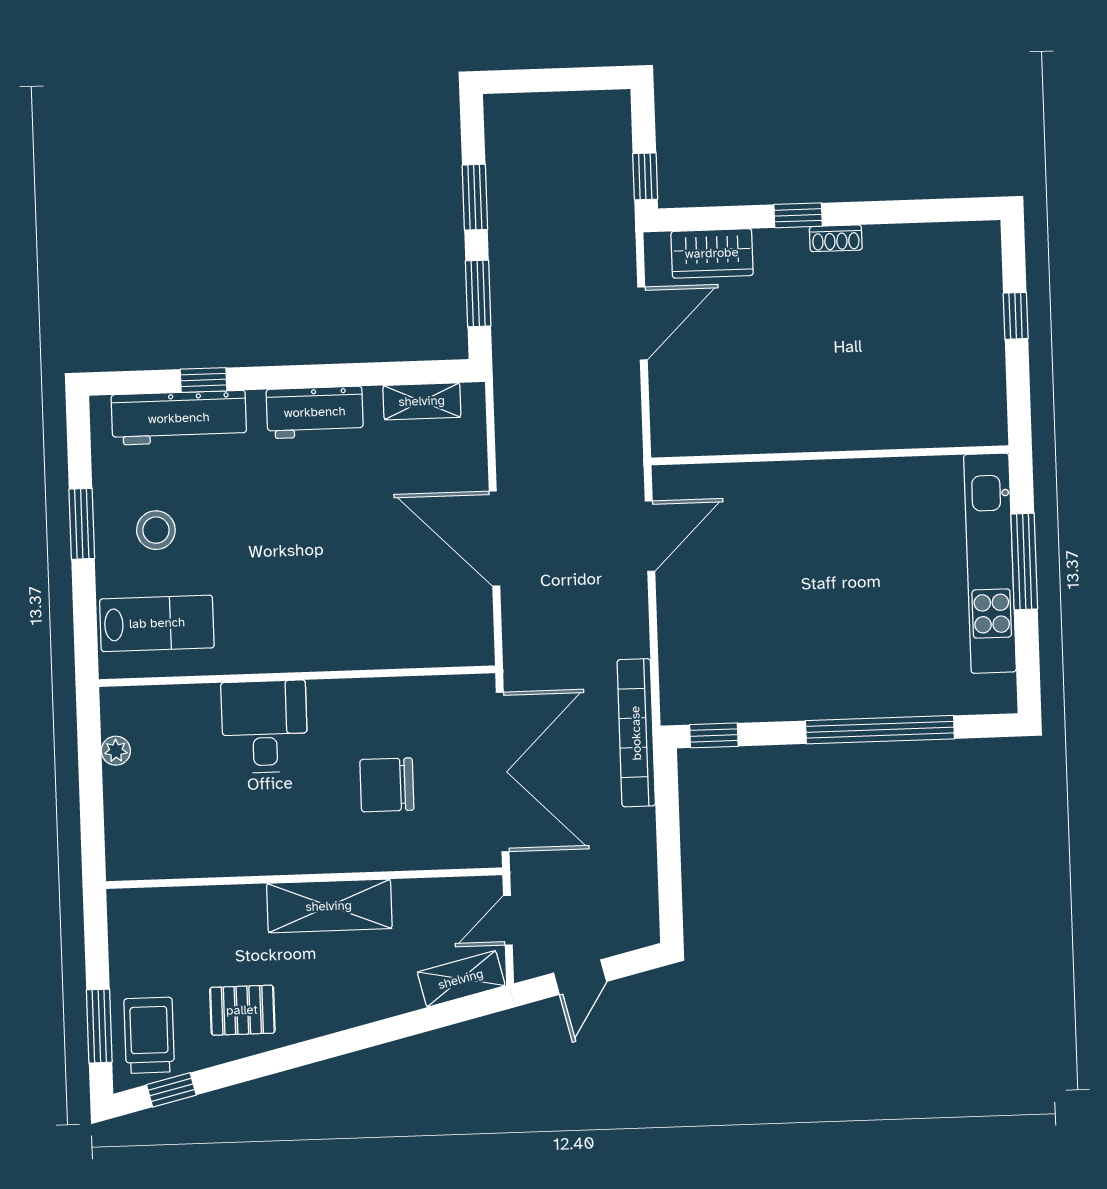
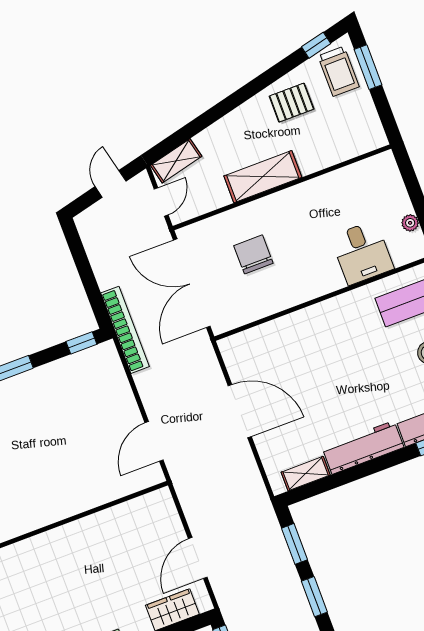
workbench: (315, 412) -> (363, 447), width x1.38
desk: (264, 727) -> (362, 253), moved
chair: (387, 785) -> (253, 254), turned -90

